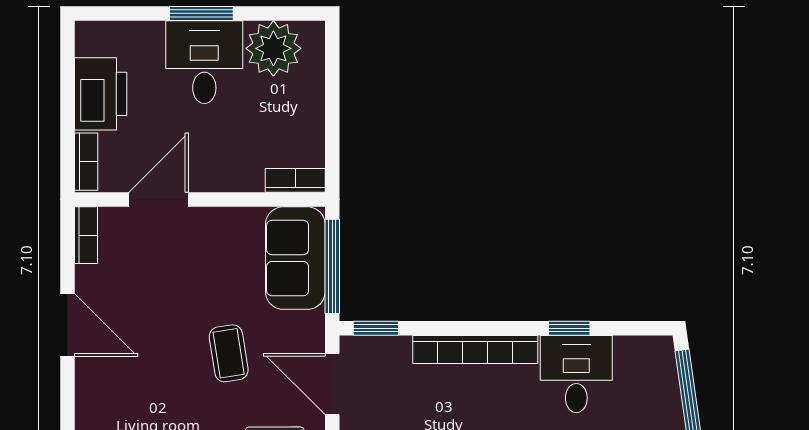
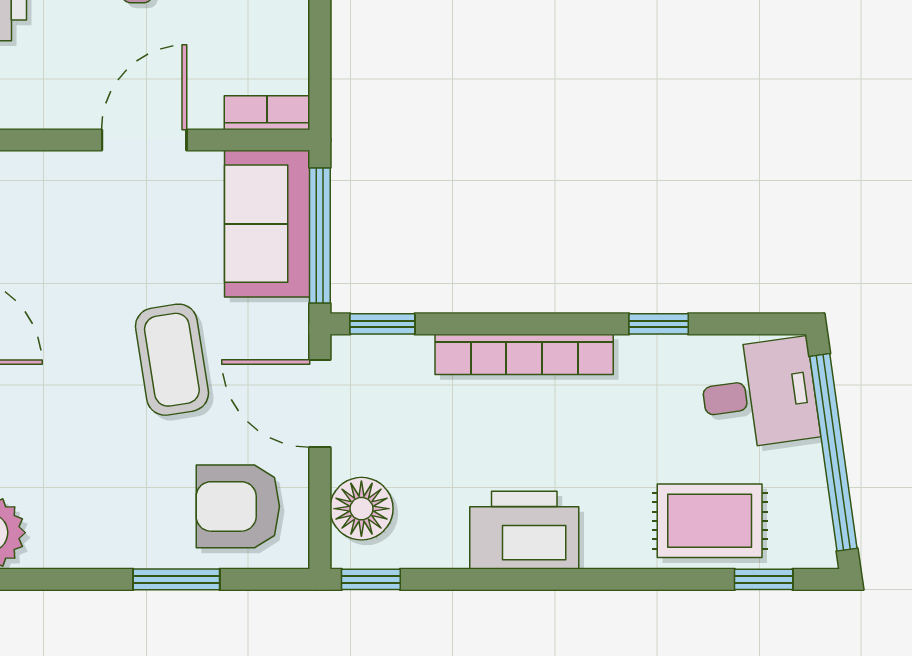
door: (159, 199) -> (144, 140), moved
coffee table: (229, 353) -> (172, 360), width x1.36, depth x1.30
desk: (576, 374) -> (759, 394), moved, turned 82

